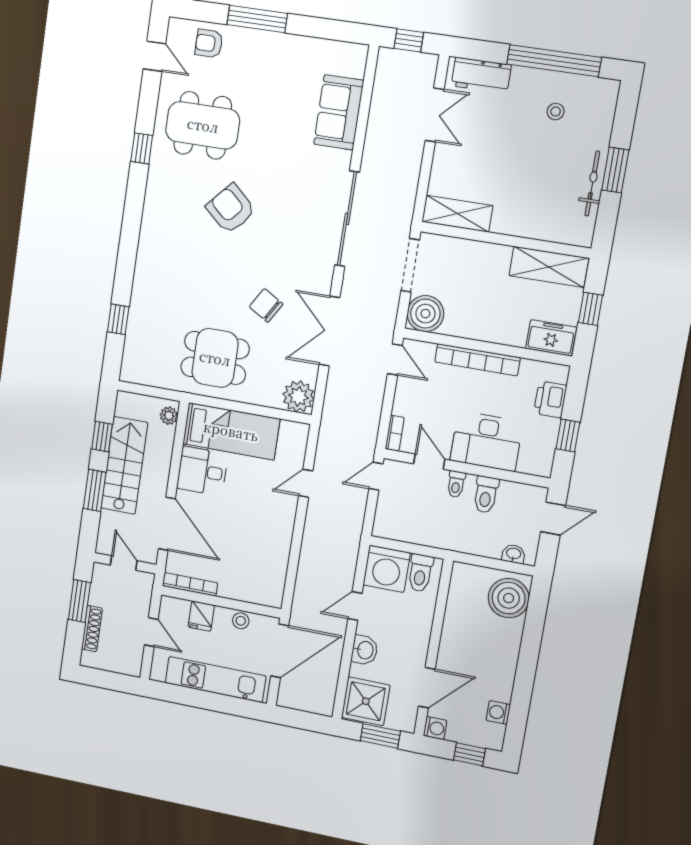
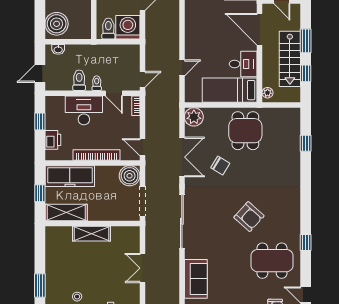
double door: (435, 115) -> (142, 268), moved
window: (615, 170) -> (40, 285), moved
bicycle: (592, 184) -> (51, 261), removed
shelving: (457, 214) -> (92, 234), moved
freezer: (551, 338) -> (70, 176), width x1.91, depth x1.26
dining table: (215, 358) -> (245, 131), turned 90

